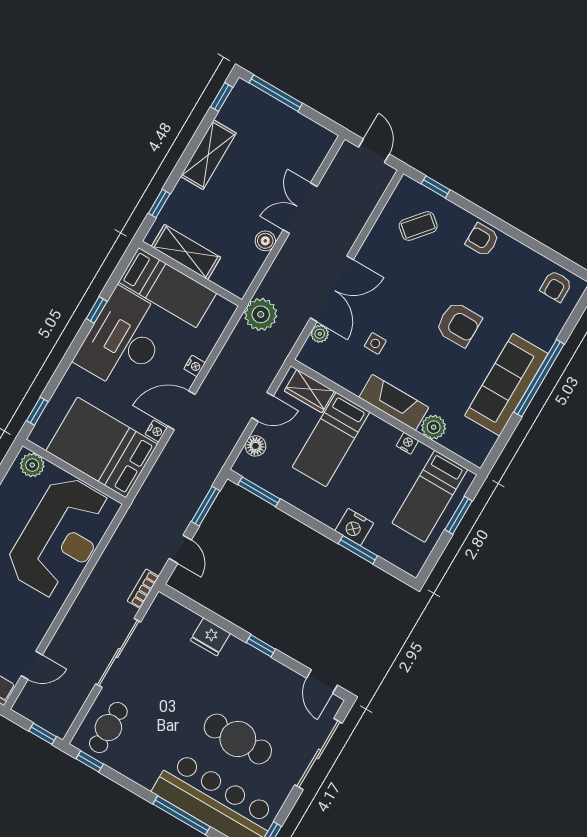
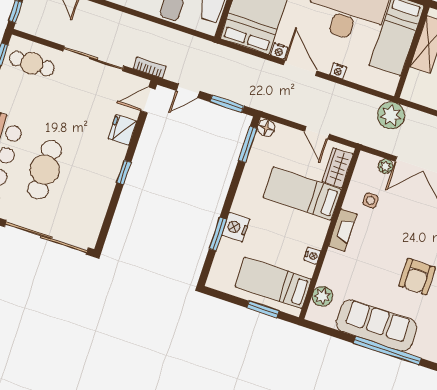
side table: (375, 343) -> (371, 200), moved
fireplace: (394, 402) -> (343, 230), width x0.73, depth x0.76
plant: (434, 427) -> (322, 296), moved
floor lamp: (255, 446) -> (266, 128), moved
door: (322, 682) -> (148, 100), moved
sliding door: (318, 754) -> (46, 237), width x1.36

